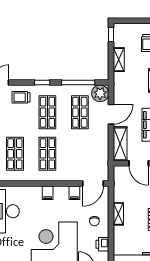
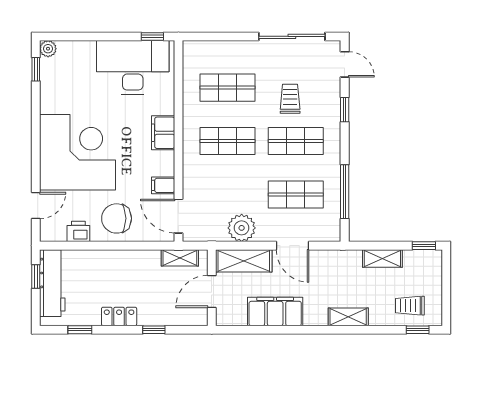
window: (42, 83) -> (345, 110), moved
plant: (100, 93) -> (242, 228), moved
trolley: (21, 97) -> (290, 99), moved
filing cabinet: (48, 193) -> (163, 133), width x2.00
shelving: (118, 214) -> (180, 258), moved
chair: (94, 221) -> (117, 218), width x1.87, depth x1.87

